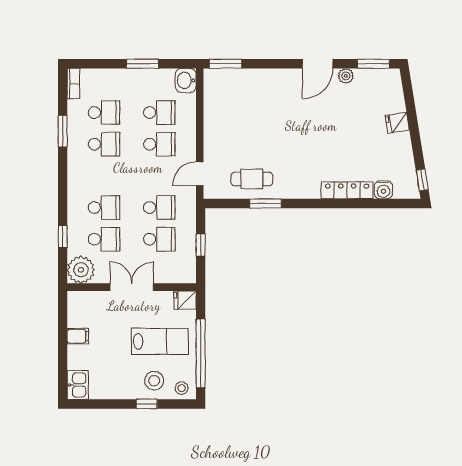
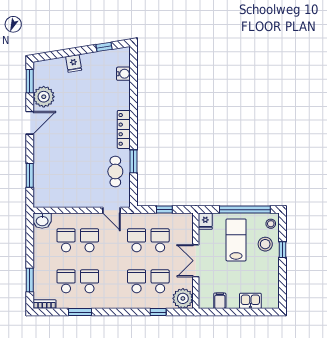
window: (142, 64) -> (30, 280), moved
window: (225, 64) -> (30, 175), moved
door: (317, 64) -> (30, 123), hinge flipped
plant: (346, 76) -> (44, 97), width x1.87, depth x1.87
window: (422, 180) -> (104, 47), moved
locker: (347, 190) -> (124, 129), moved
filing cabinet: (78, 336) -> (220, 301), moved
kitchen sink: (78, 385) -> (250, 301), moved

